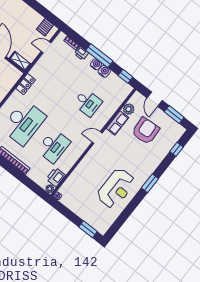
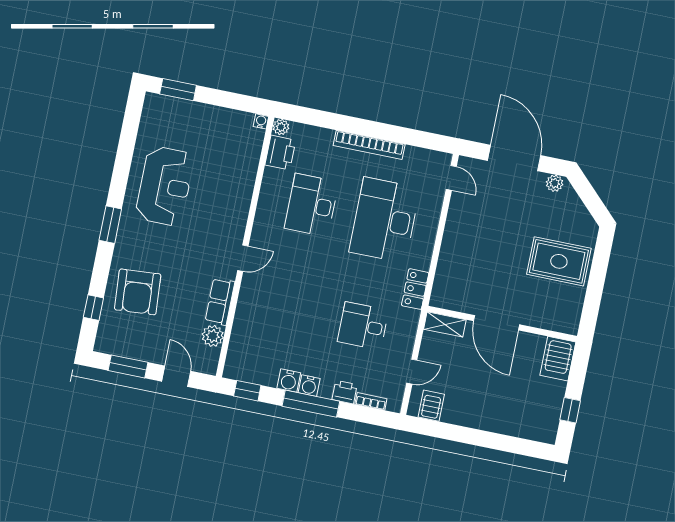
desk: (88, 103) -> (363, 326), moved
armchair: (146, 131) -> (138, 292), moved
reception desk: (116, 188) -> (165, 186), turned 180

